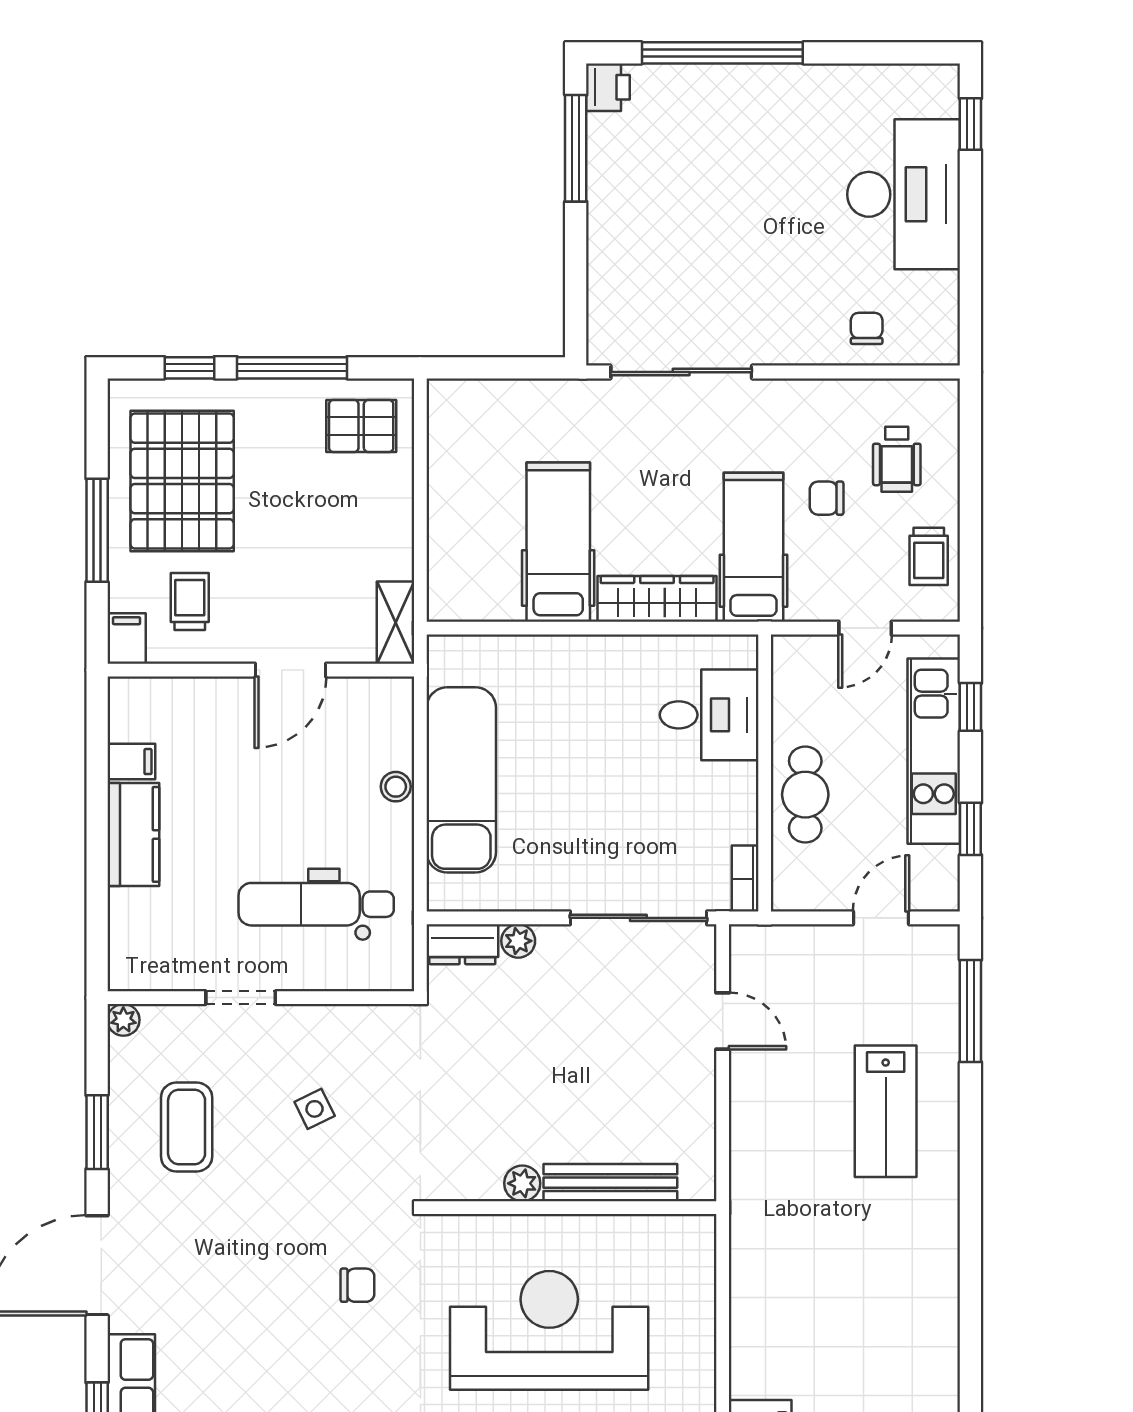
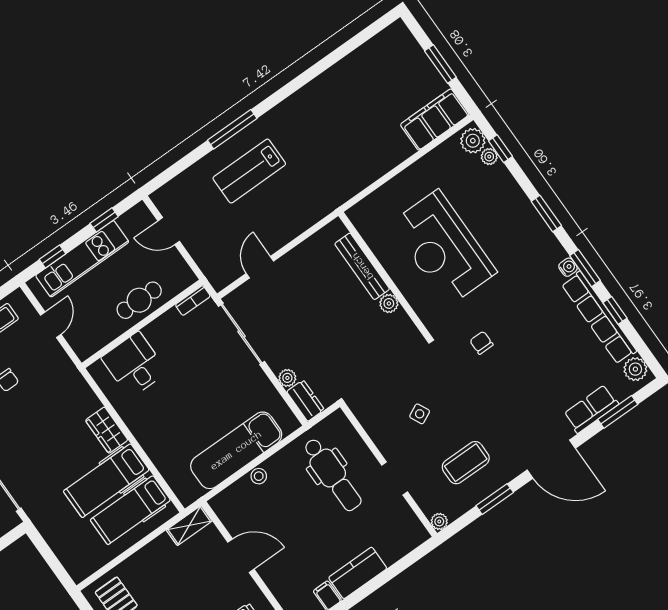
hospital bed: (754, 547) -> (130, 510), moved
wardrobe: (657, 599) -> (107, 430), width x0.67
door: (865, 628) -> (51, 325), hinge flipped
window: (970, 1011) -> (232, 129), moved
lab bench: (886, 1111) -> (249, 171), turned 180

